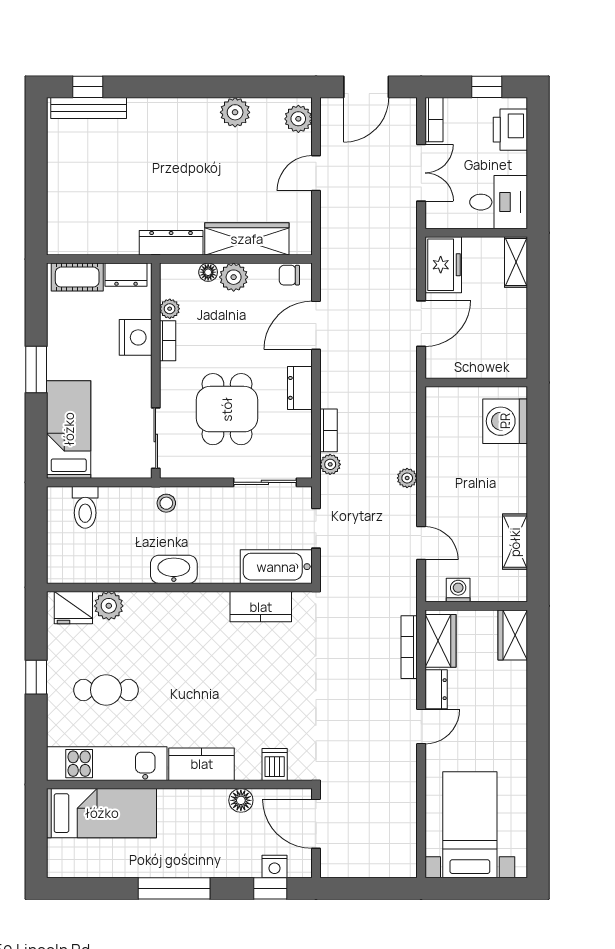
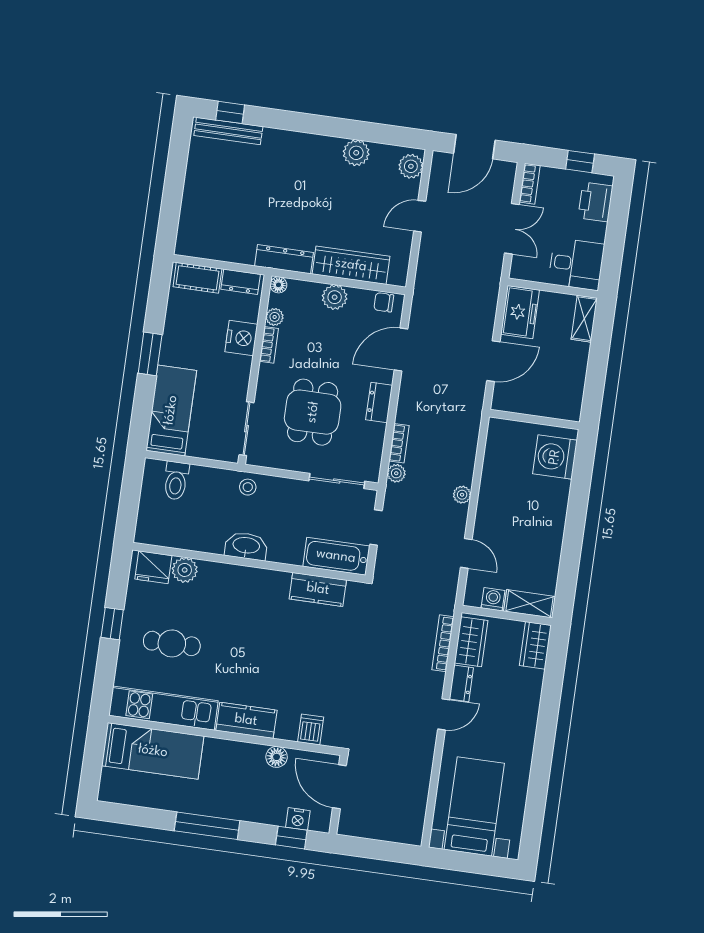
floor lamp: (208, 272) -> (278, 285), moved
shelving: (515, 542) -> (530, 604), moved, turned 90

